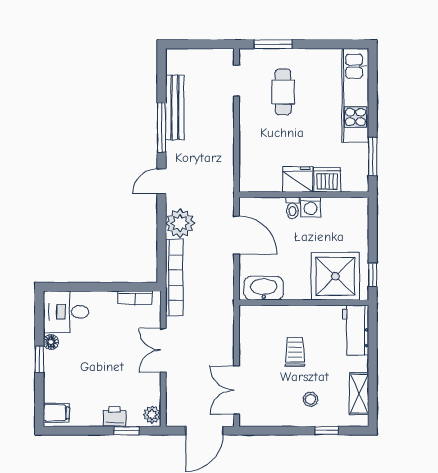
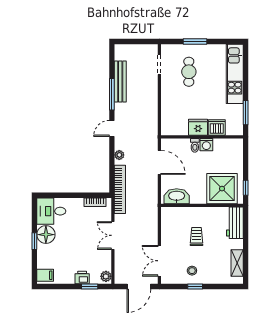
window: (273, 44) -> (195, 42), moved
plant: (180, 223) -> (119, 155), width x0.53, depth x0.53
floor lamp: (51, 342) -> (46, 235), width x1.89, depth x1.89
stool: (310, 399) -> (192, 271), moved
window: (327, 431) -> (195, 286), moved

